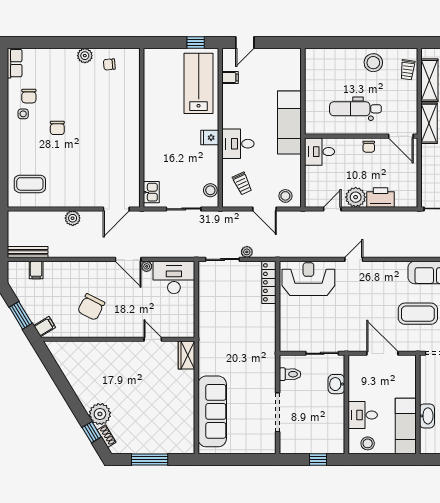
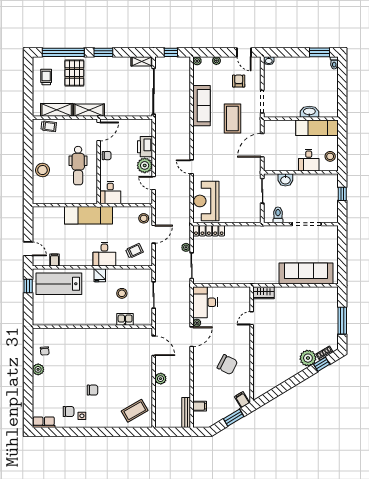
stool: (373, 63) -> (42, 170), moved
coffee table: (30, 184) -> (135, 411), turned 60
stool: (210, 190) -> (122, 293), moved
kitchen sink: (151, 192) -> (125, 319), moved

